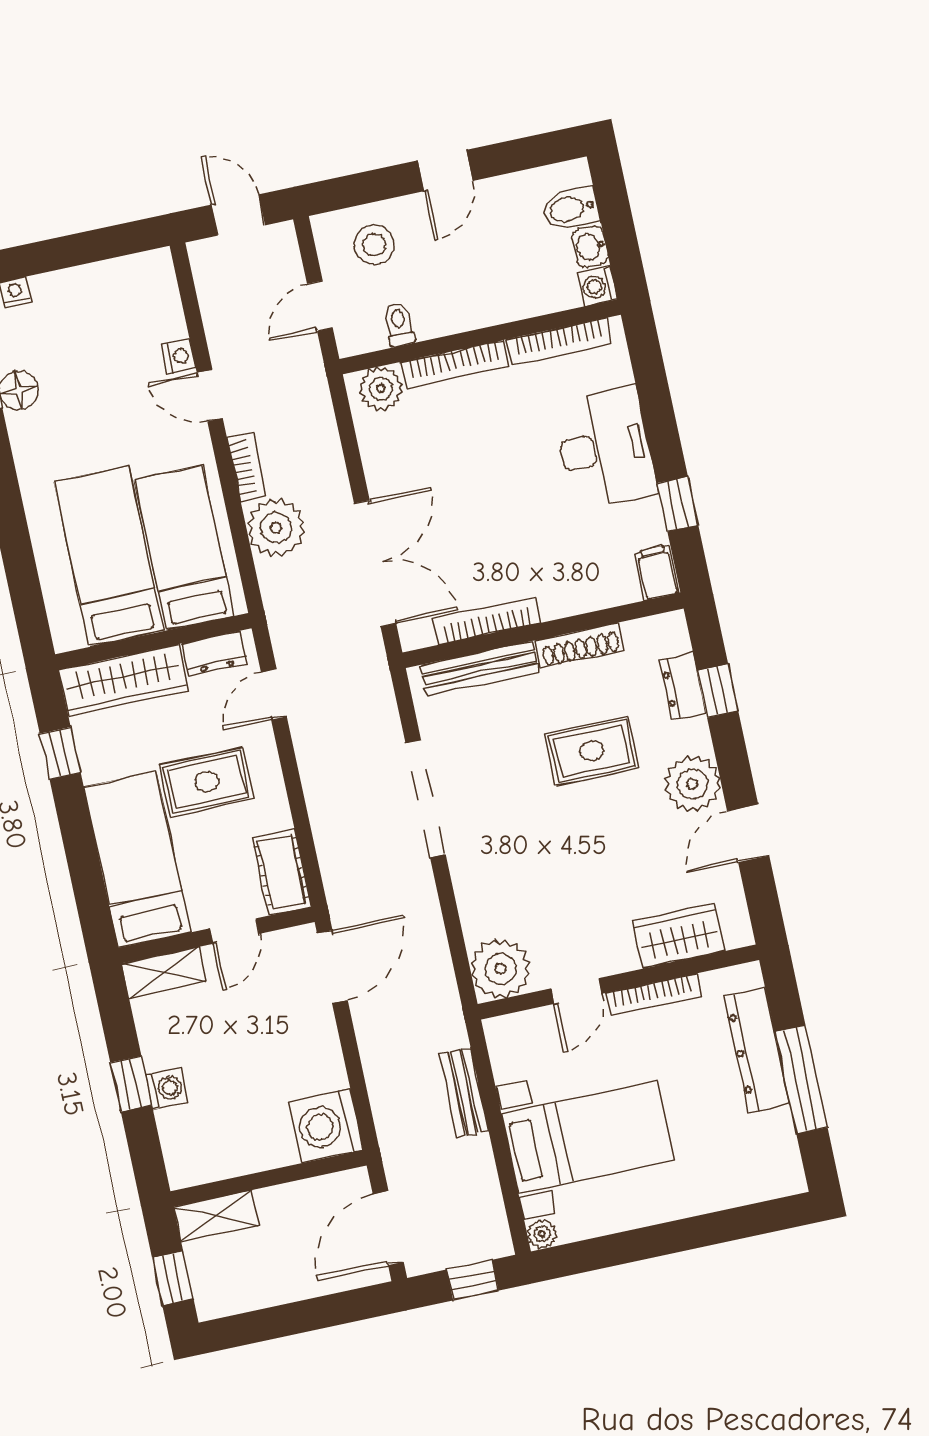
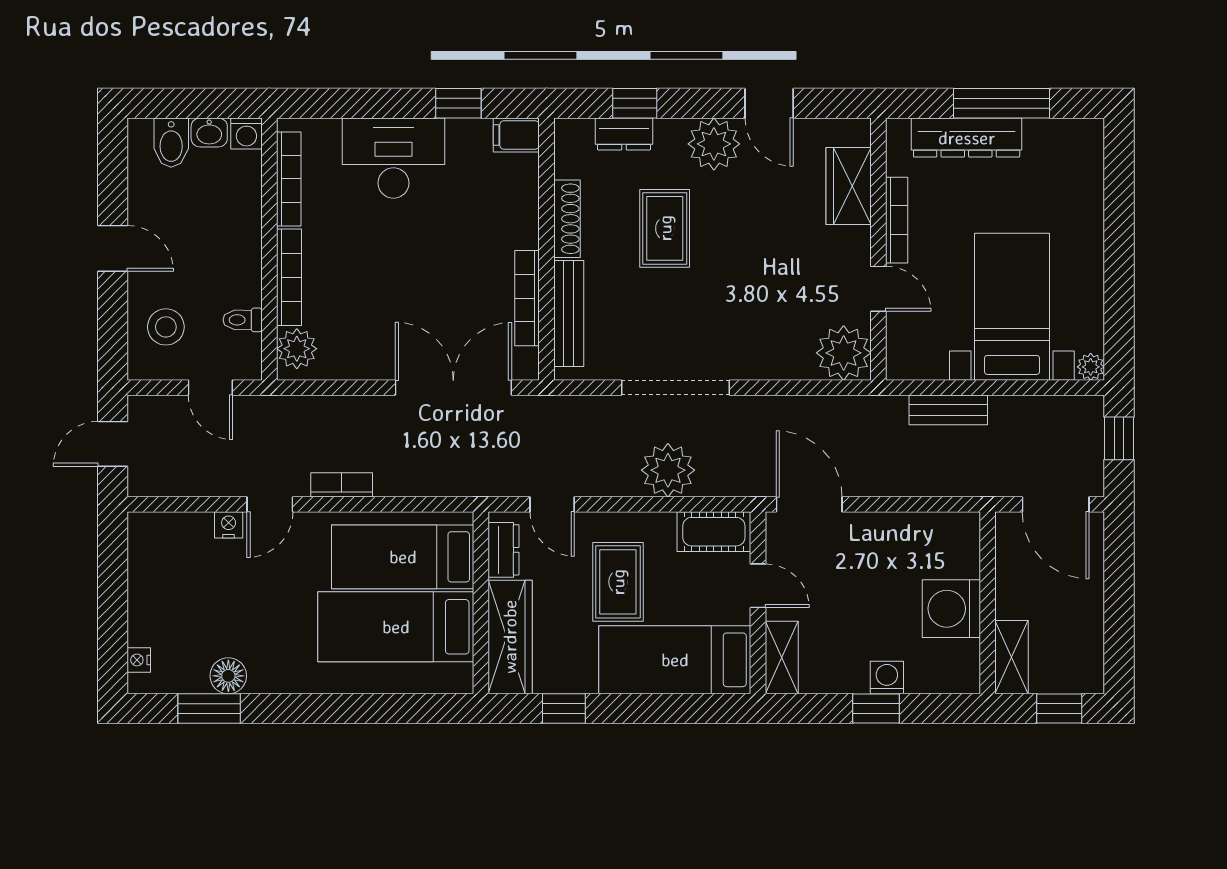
plant: (276, 528) -> (668, 470), moved
washing machine: (326, 1126) -> (951, 609), moved, turned 90

